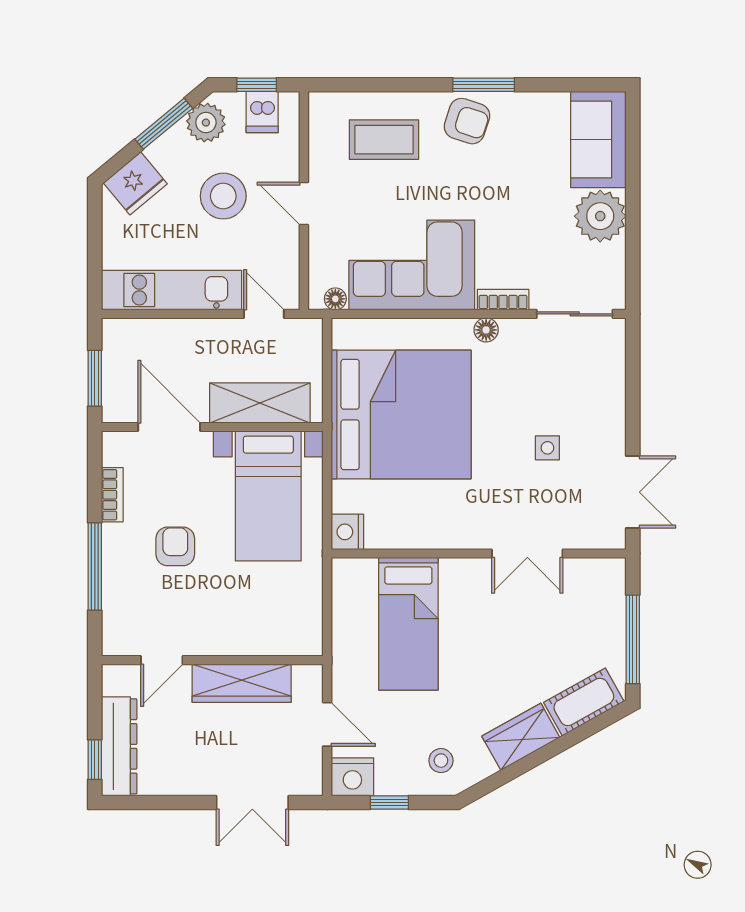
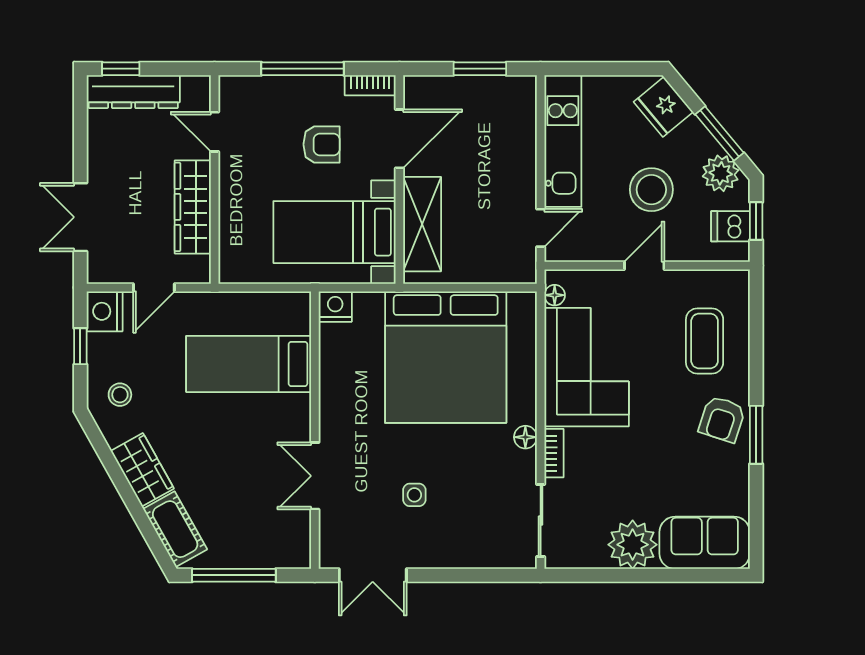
shelving: (260, 403) -> (422, 224), moved
door: (169, 427) -> (399, 139), moved
wall: (212, 427) -> (399, 179), moved
bed with nightstands: (268, 496) -> (335, 232), moved

